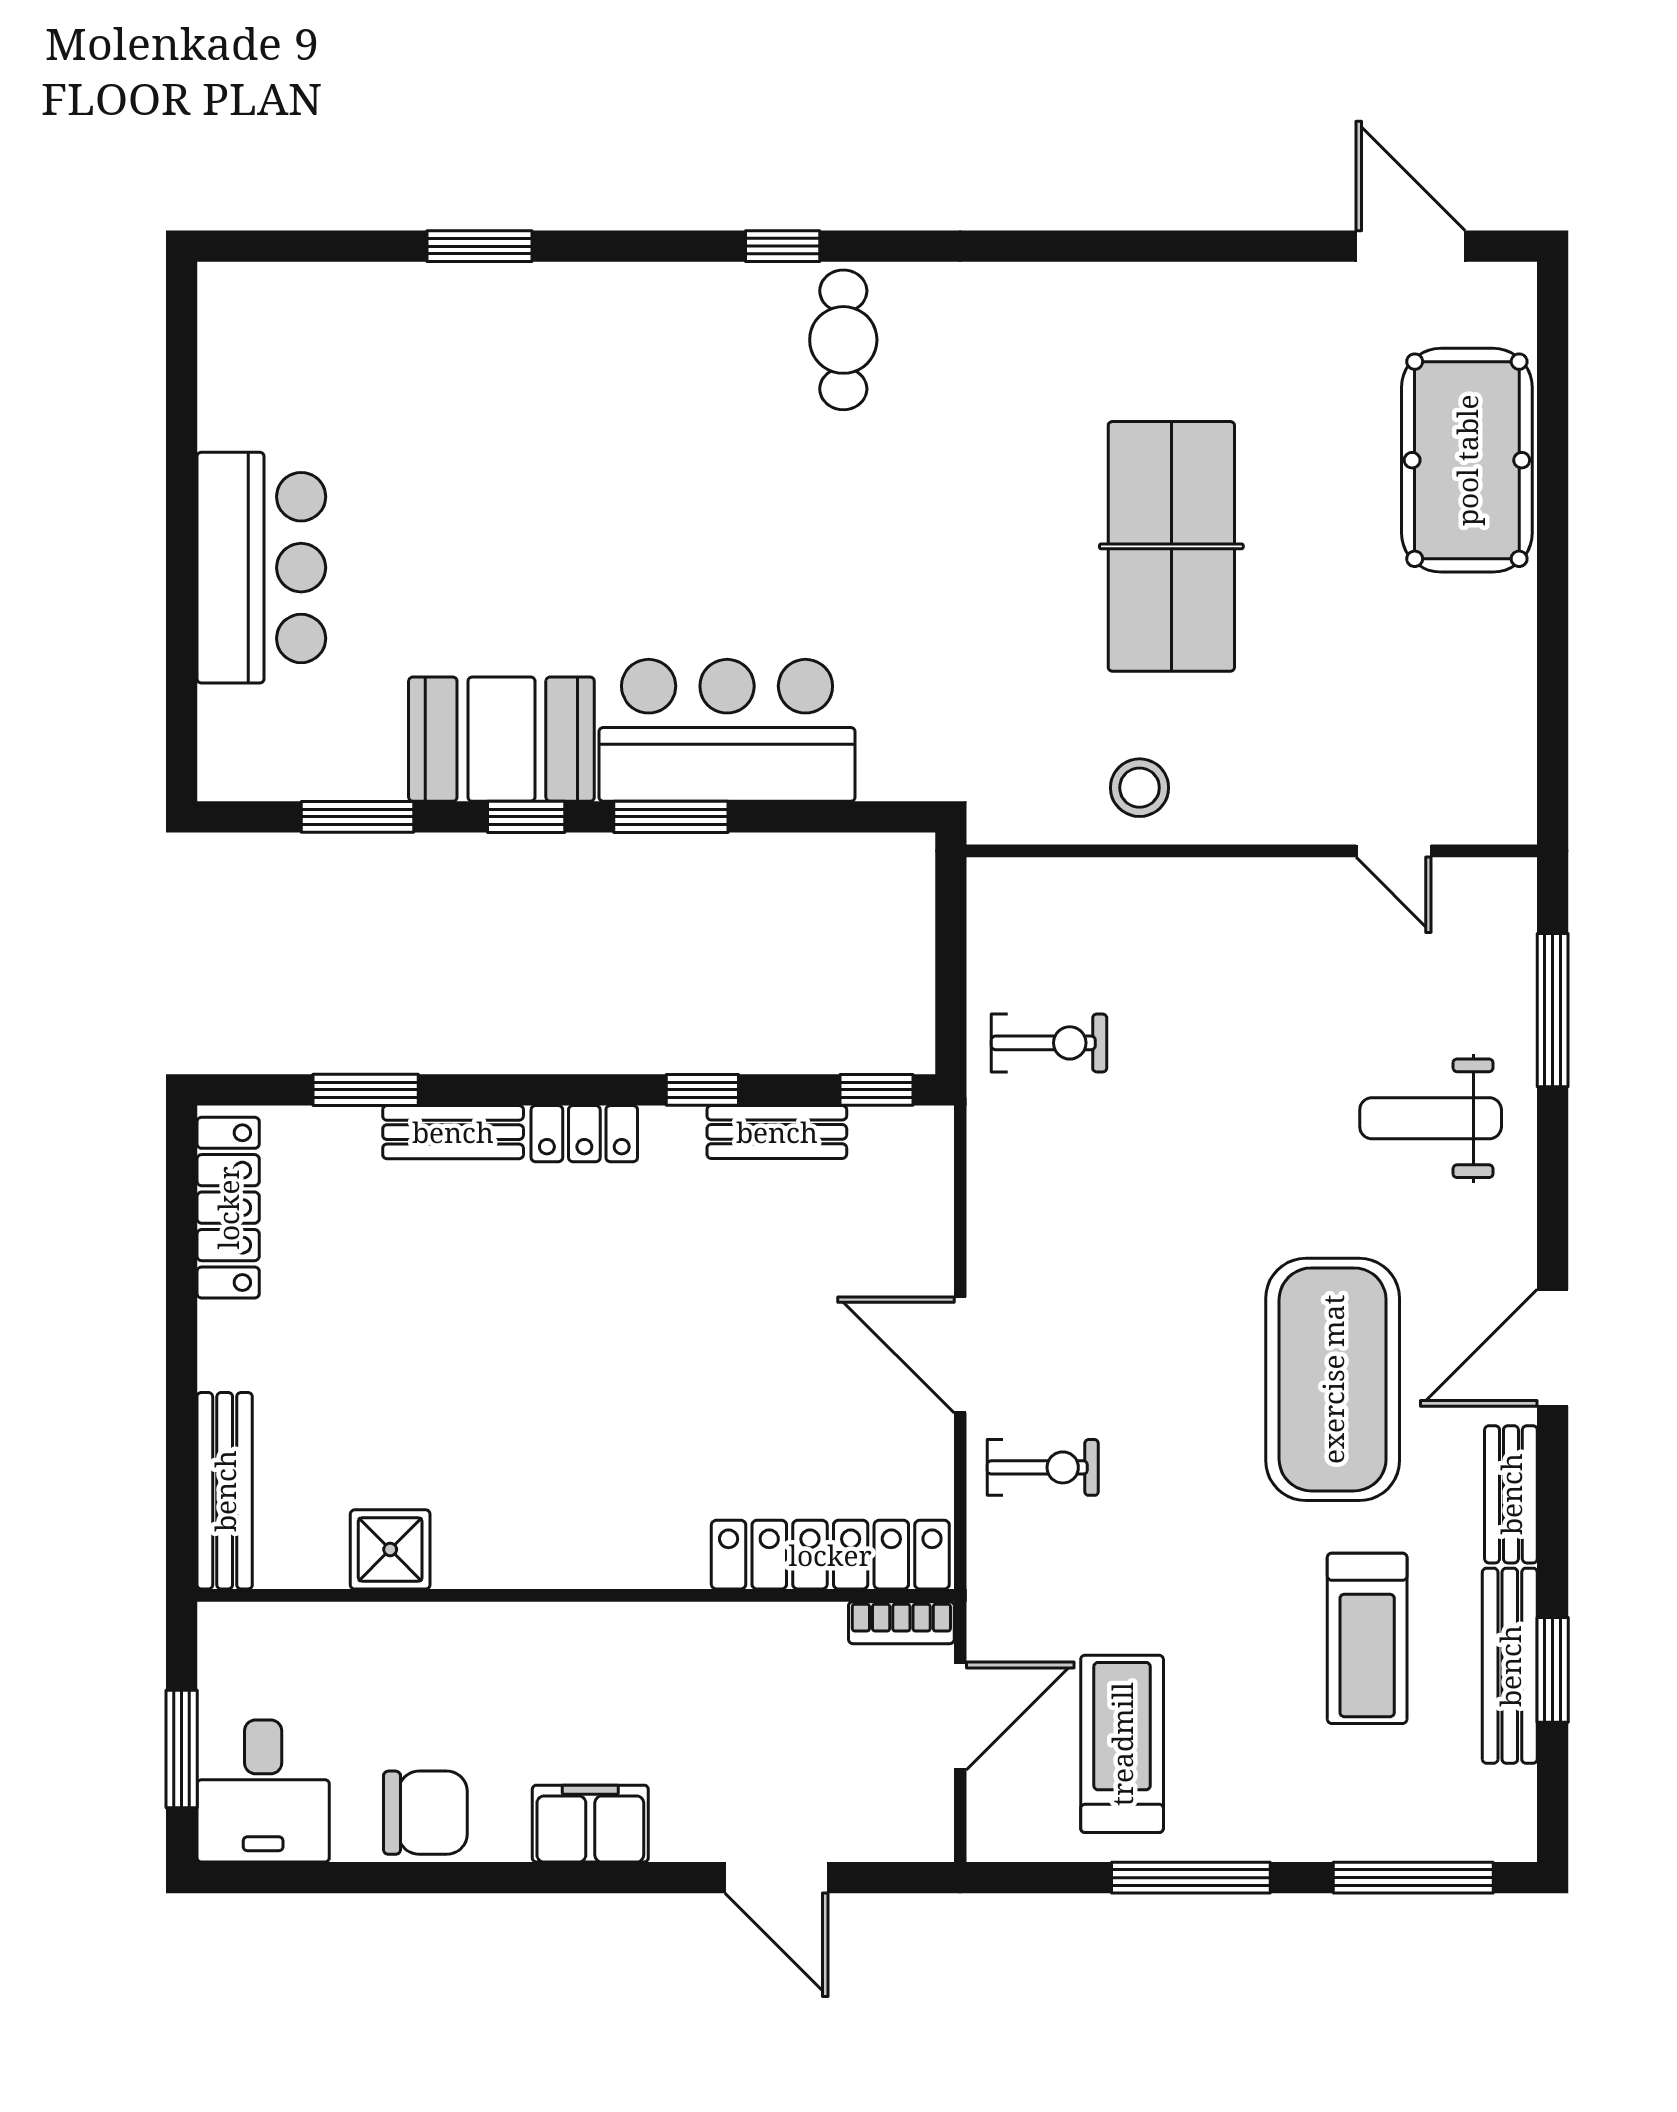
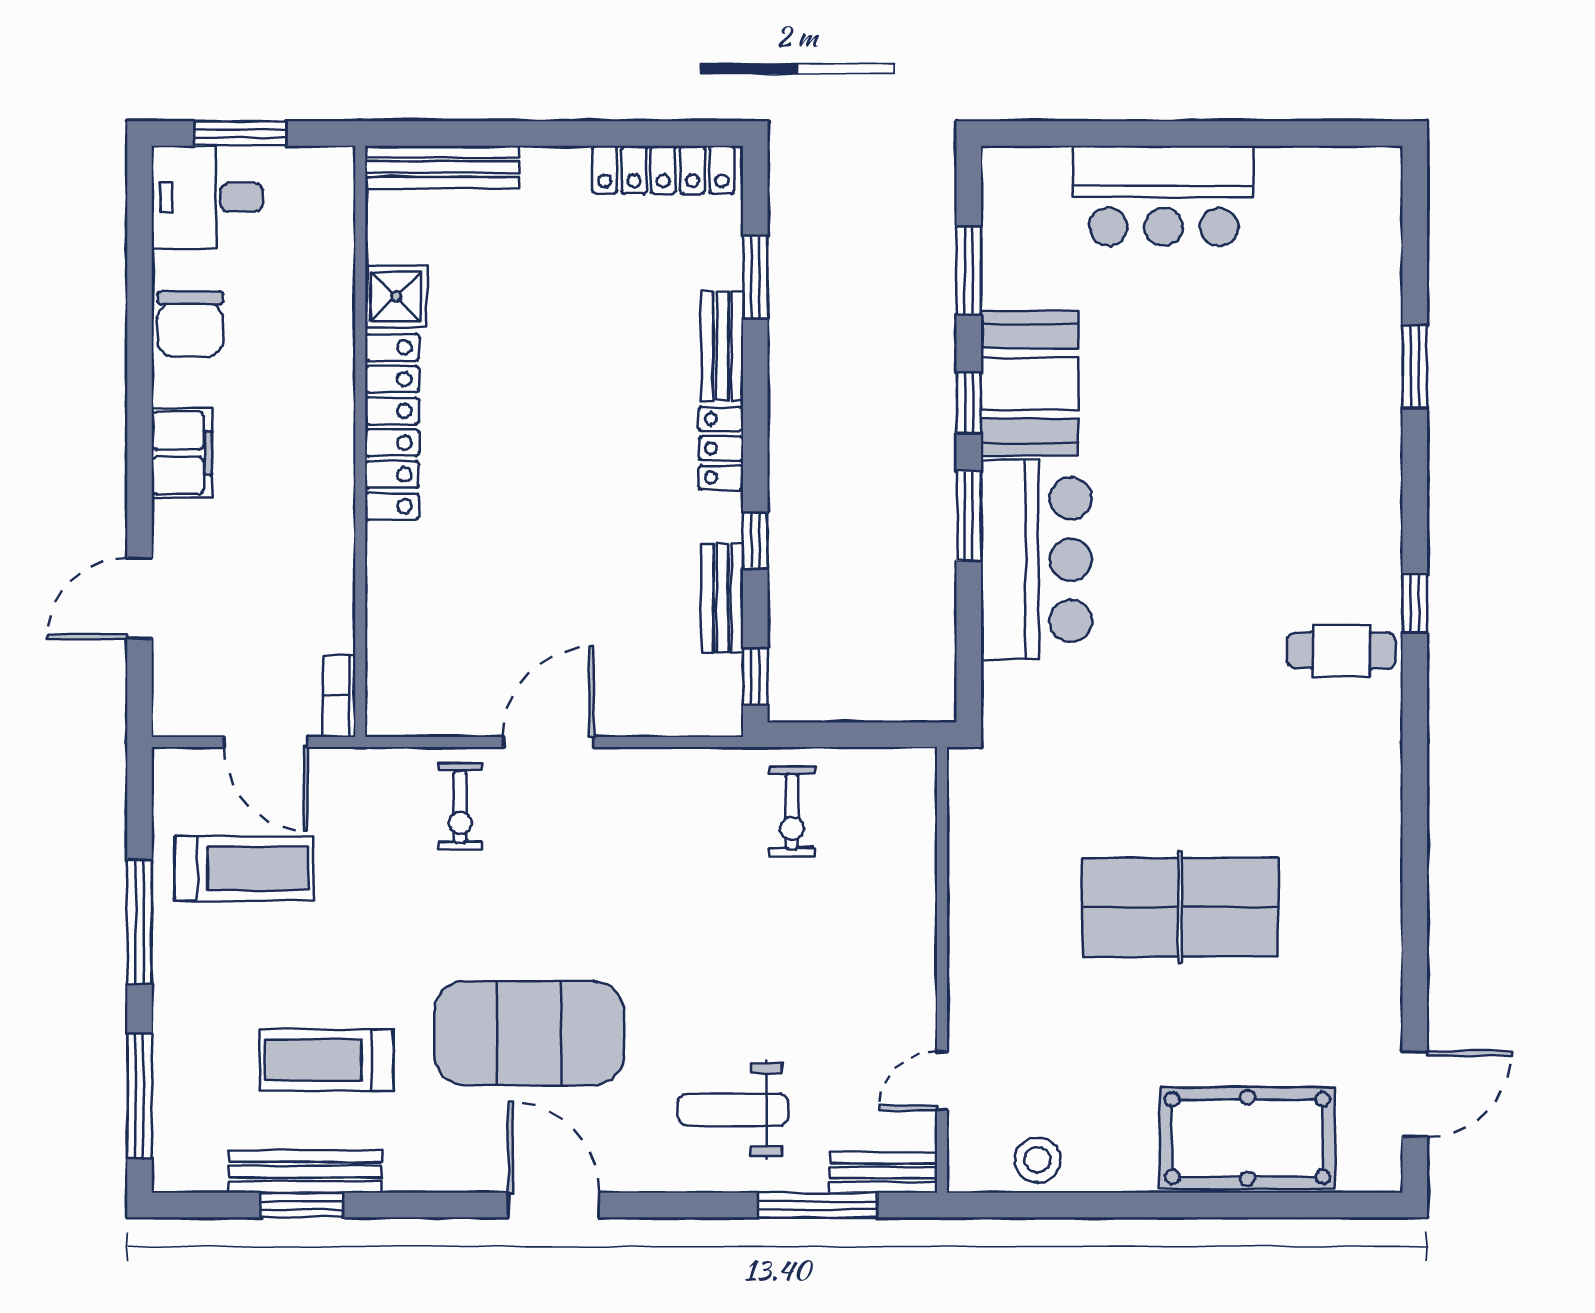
stool: (1140, 788) -> (1038, 1160), moved
weight bench: (1431, 1118) -> (733, 1110), turned -90
bench: (1511, 1494) -> (884, 1172), moved
locker: (830, 1555) -> (392, 427), moved

